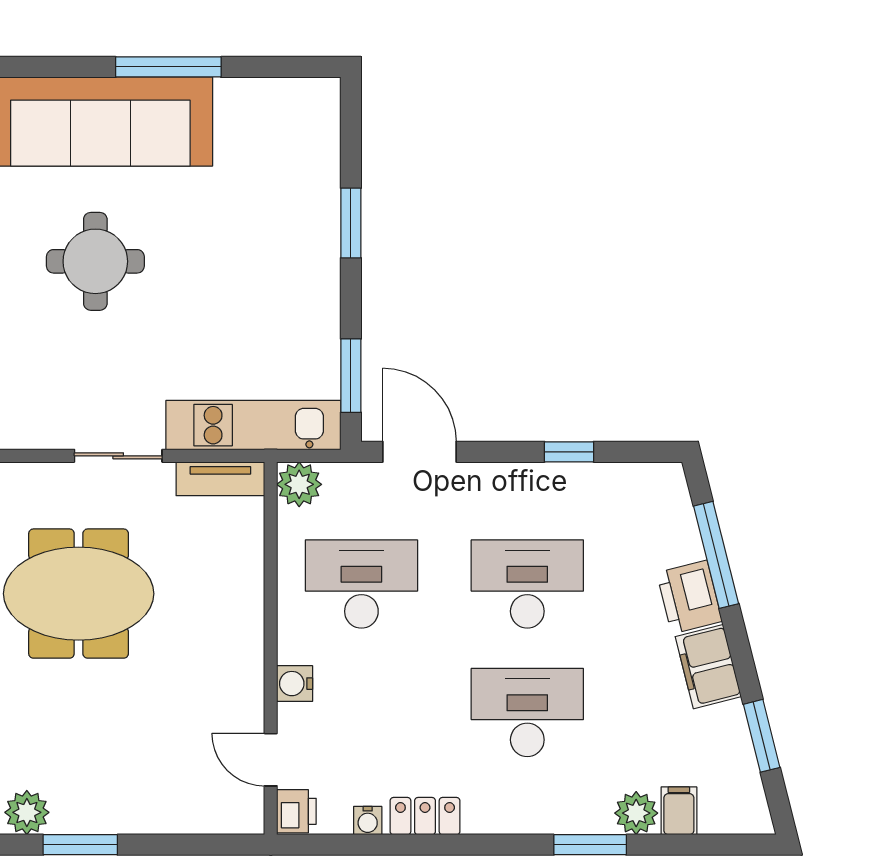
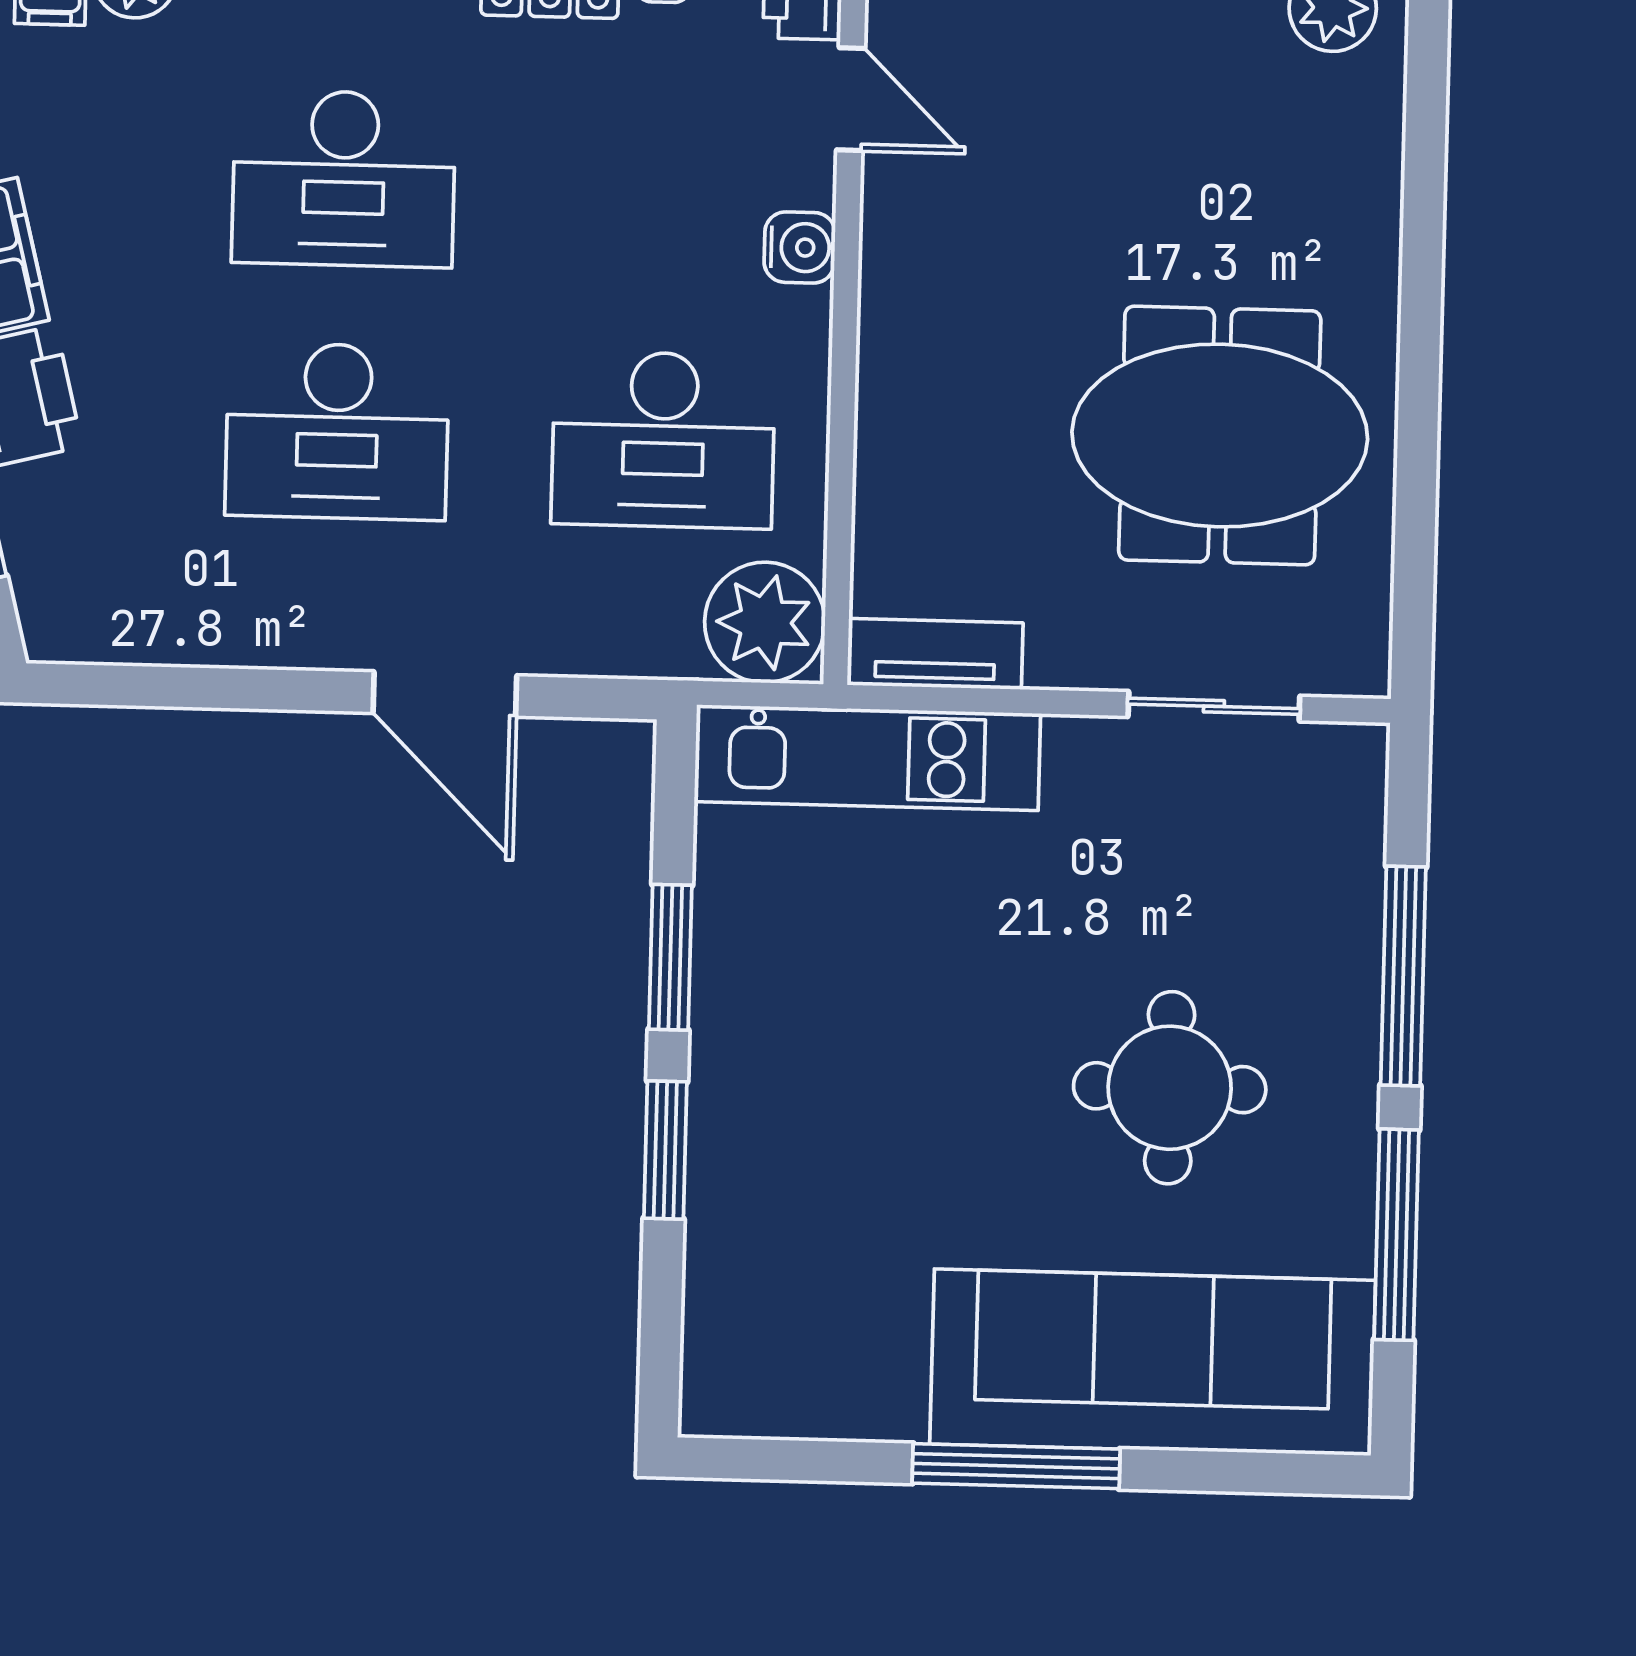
window: (351, 376) -> (670, 957), moved
door: (419, 452) -> (445, 694), moved
window: (569, 452) -> (248, 689), removed
sliding door: (118, 456) -> (1214, 706), moved
plant: (299, 484) -> (765, 622), width x1.36, depth x1.36

